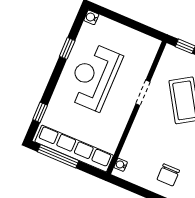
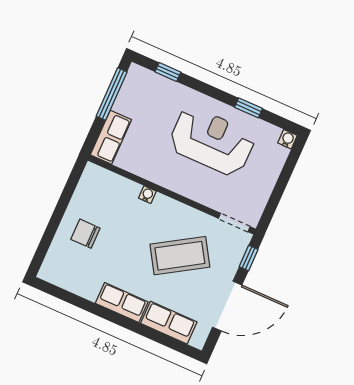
doorway: (143, 93) -> (234, 223), moved
row of seats: (74, 149) -> (111, 137), width x0.50
water cooler: (121, 165) -> (147, 195), moved

